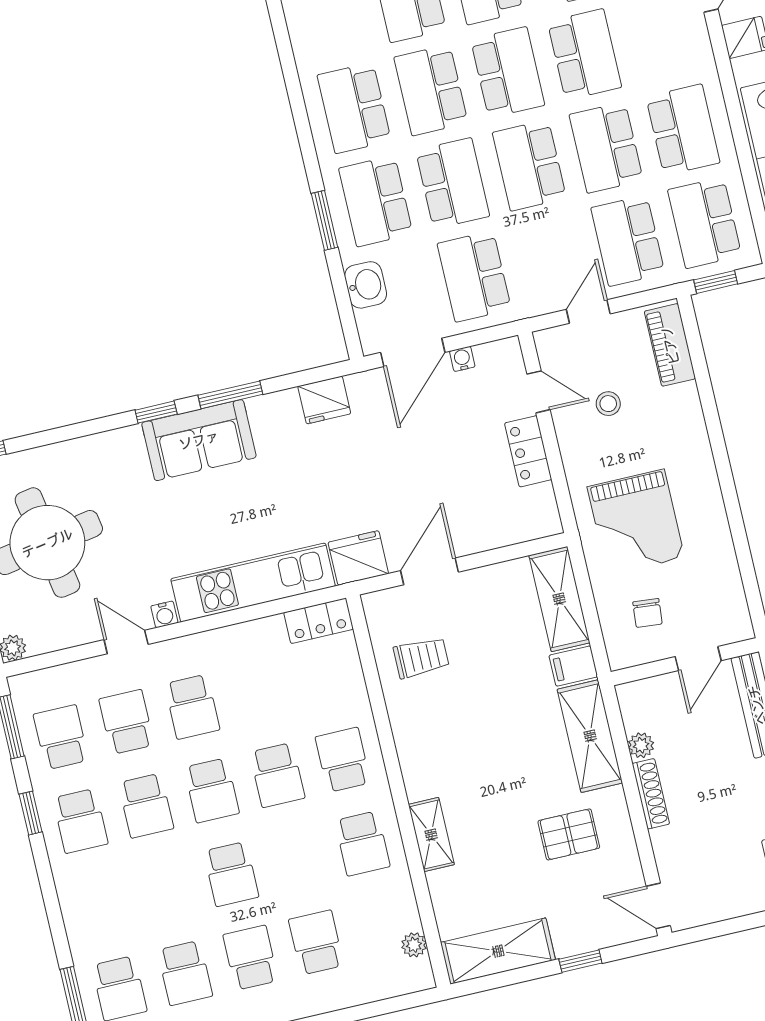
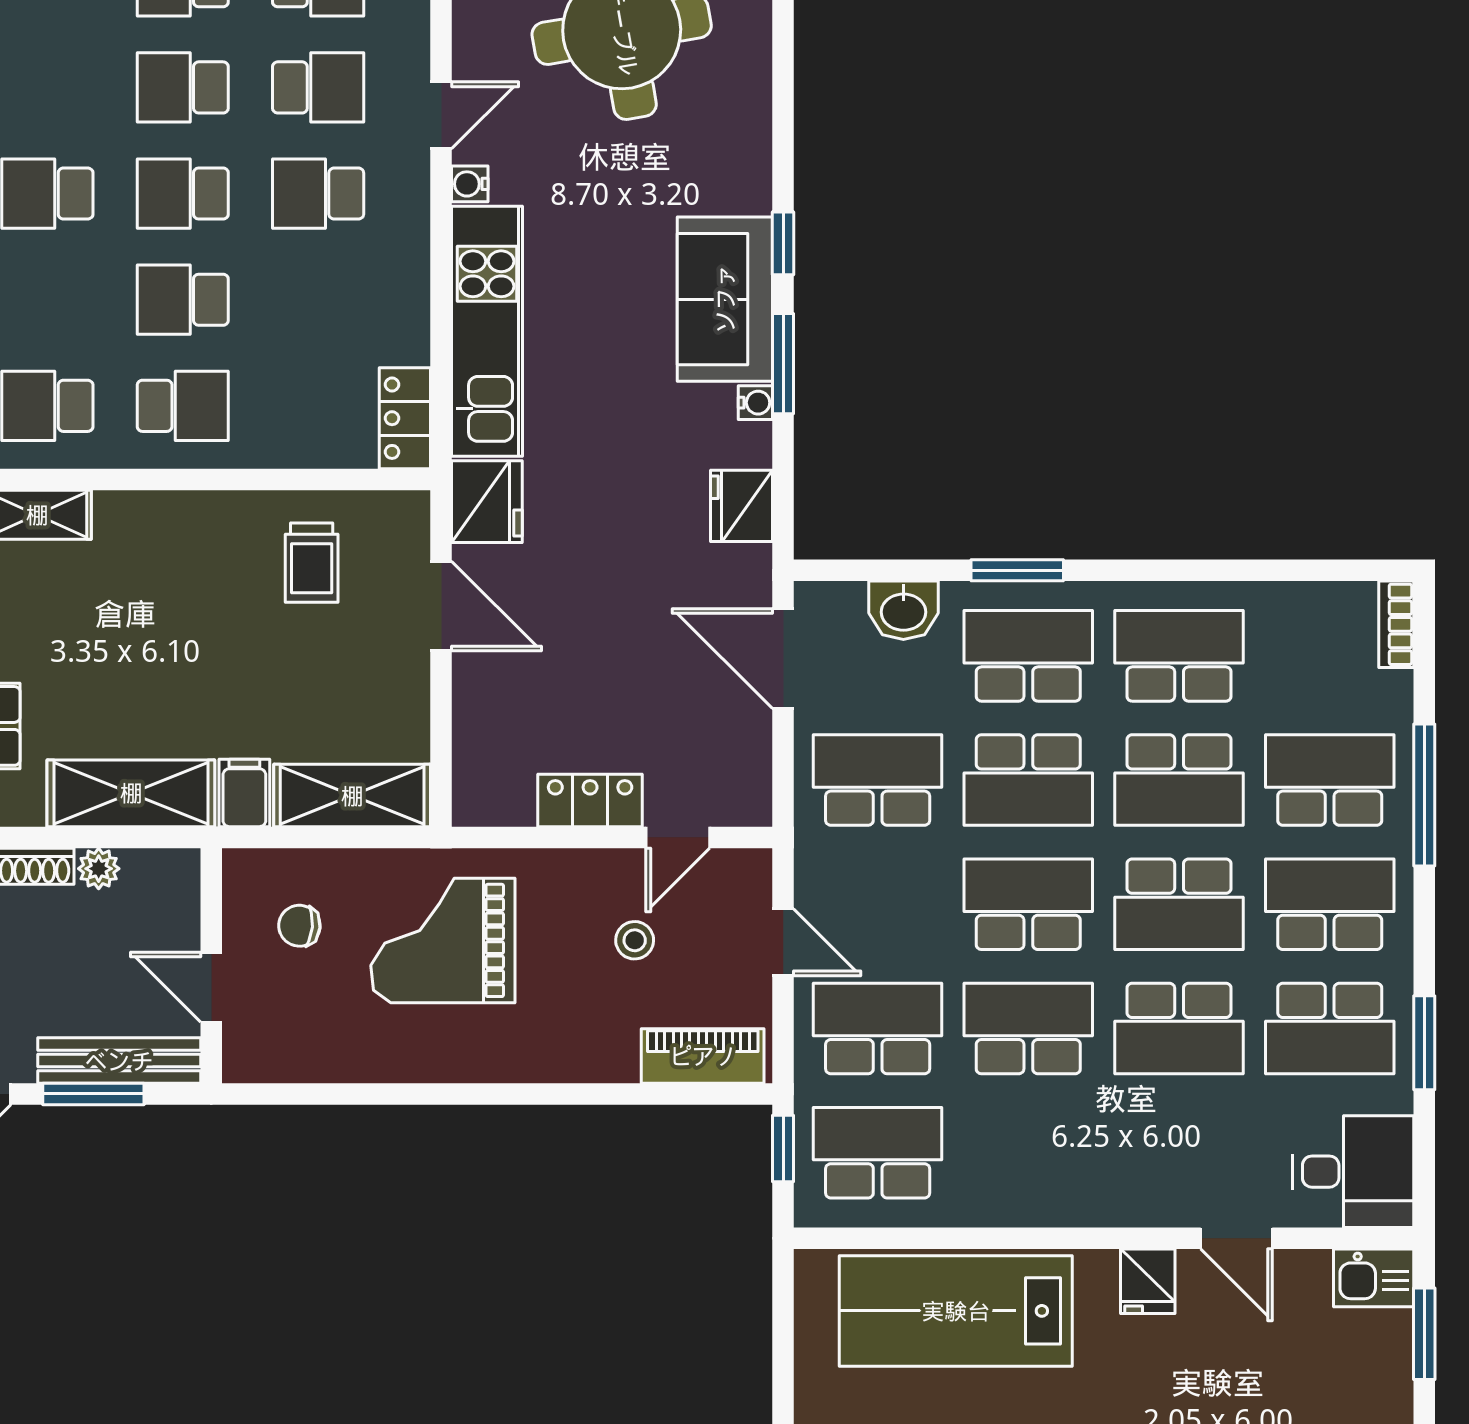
school desk: (431, 90) -> (1179, 780), turned 180
school desk: (683, 130) -> (1028, 1153), removed
water cooler: (462, 359) -> (755, 403), moved

